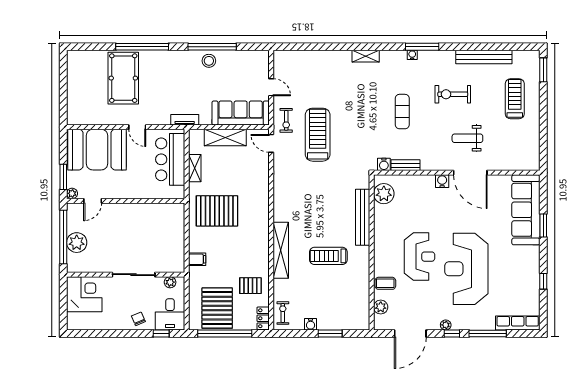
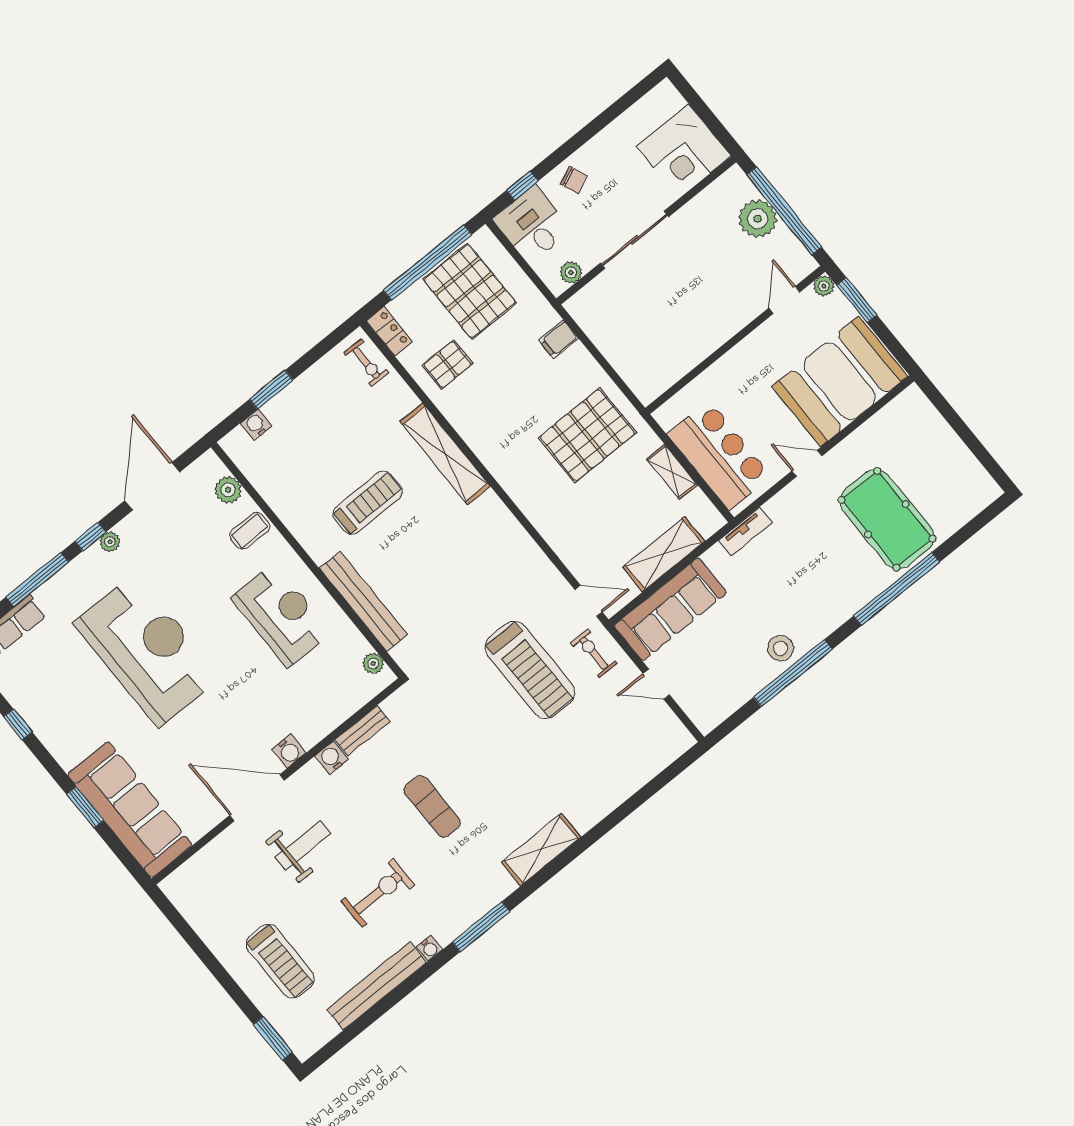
water cooler: (412, 55) -> (430, 948), moved
shelving: (366, 56) -> (541, 850), width x1.50, depth x1.33
water cooler: (384, 164) -> (331, 758), moved
plant: (384, 194) -> (373, 663), width x0.53, depth x0.53
reception desk: (419, 257) -> (281, 615), moved, turned 180
water cooler: (311, 324) -> (256, 425), moved

